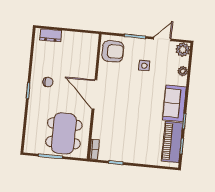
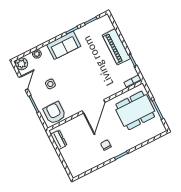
dresser: (51, 35) -> (59, 140), moved
door: (162, 39) -> (23, 83), swing flipped
piano: (172, 142) -> (116, 47), moved, turned 90

